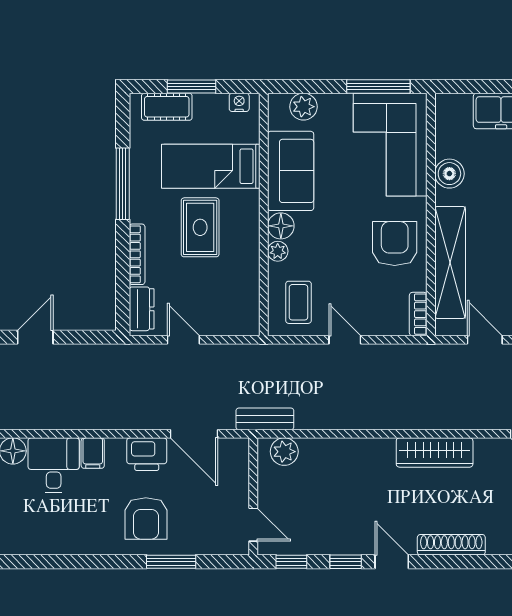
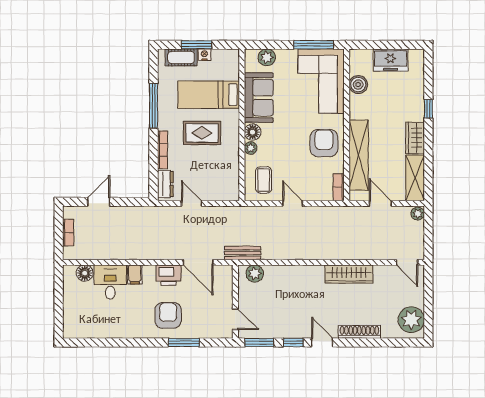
nightstand: (239, 102) -> (204, 55), moved
boiler: (449, 174) -> (358, 85), moved
rug: (200, 227) -> (202, 133), turned 90
armchair: (146, 518) -> (168, 315), turned 180
window: (291, 562) -> (259, 342), width x1.50

